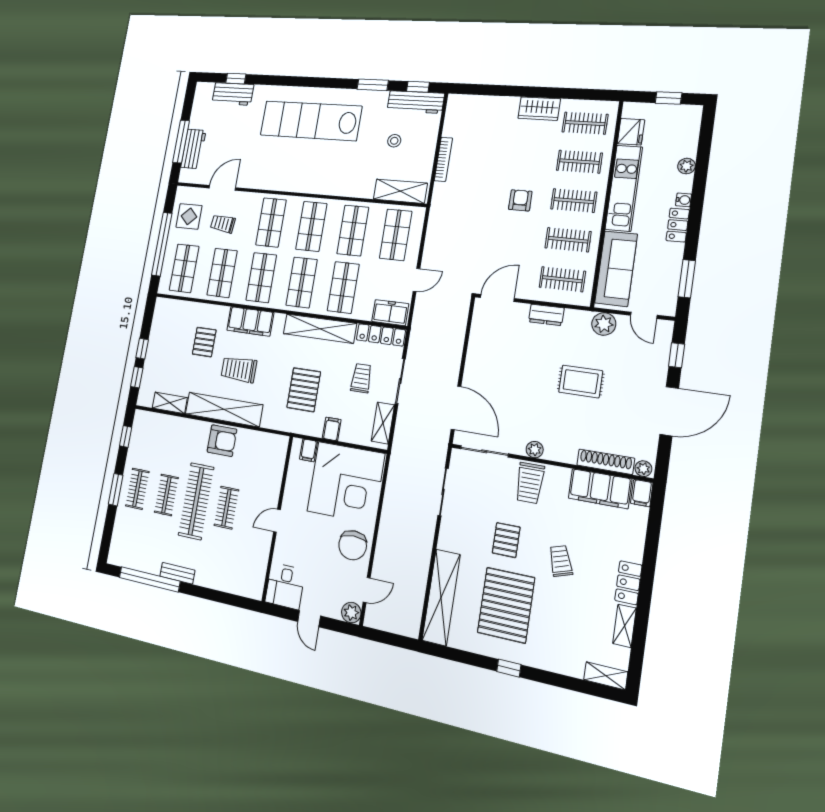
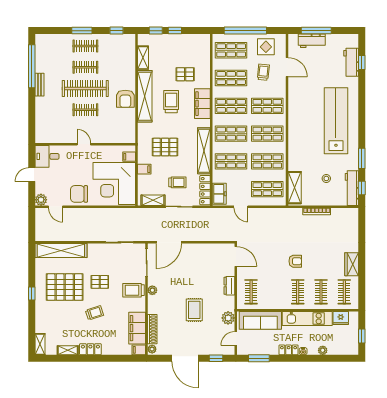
clothes rail: (568, 240) -> (274, 292), removed

